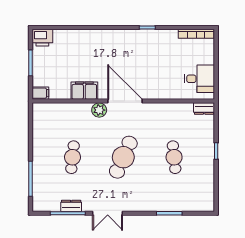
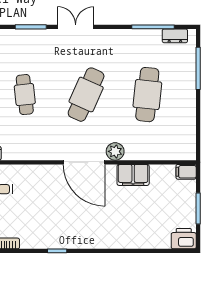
cafe table: (72, 157) -> (147, 95), width x1.37, depth x1.35
dresser: (71, 206) -> (175, 36), moved
double door: (108, 213) -> (76, 27), moved

